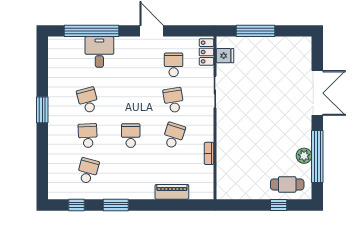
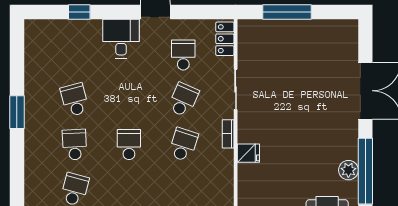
window: (91, 31) -> (79, 12), width x0.32
desk: (99, 52) -> (121, 39), moved
fridge: (225, 56) -> (248, 153), moved
school desk: (174, 100) -> (183, 100), turned 33
bookcase: (209, 153) -> (228, 134), moved

